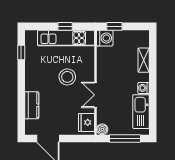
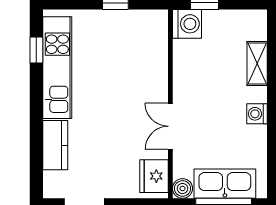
kitchen unit: (66, 38) -> (57, 68), moved, turned -90
stool: (67, 77) -> (120, 94), removed
kitchen sink: (141, 112) -> (225, 184), moved, turned 90

